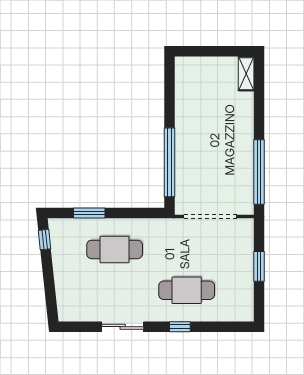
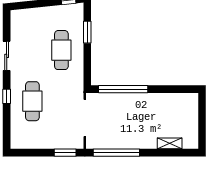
shelving: (246, 74) -> (170, 143), moved
window: (259, 266) -> (65, 153), moved

